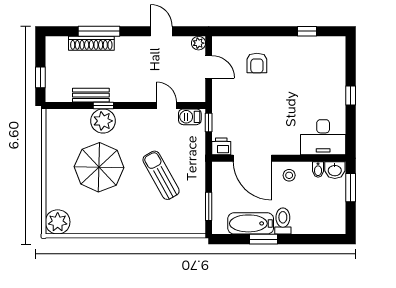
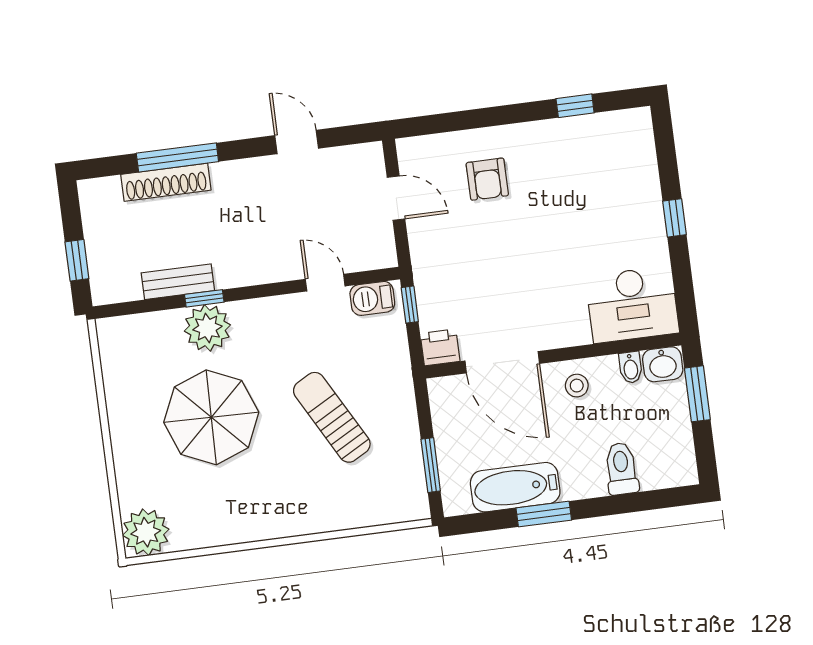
plant: (198, 43) -> (371, 155), removed
toilet: (283, 221) -> (621, 469), moved

